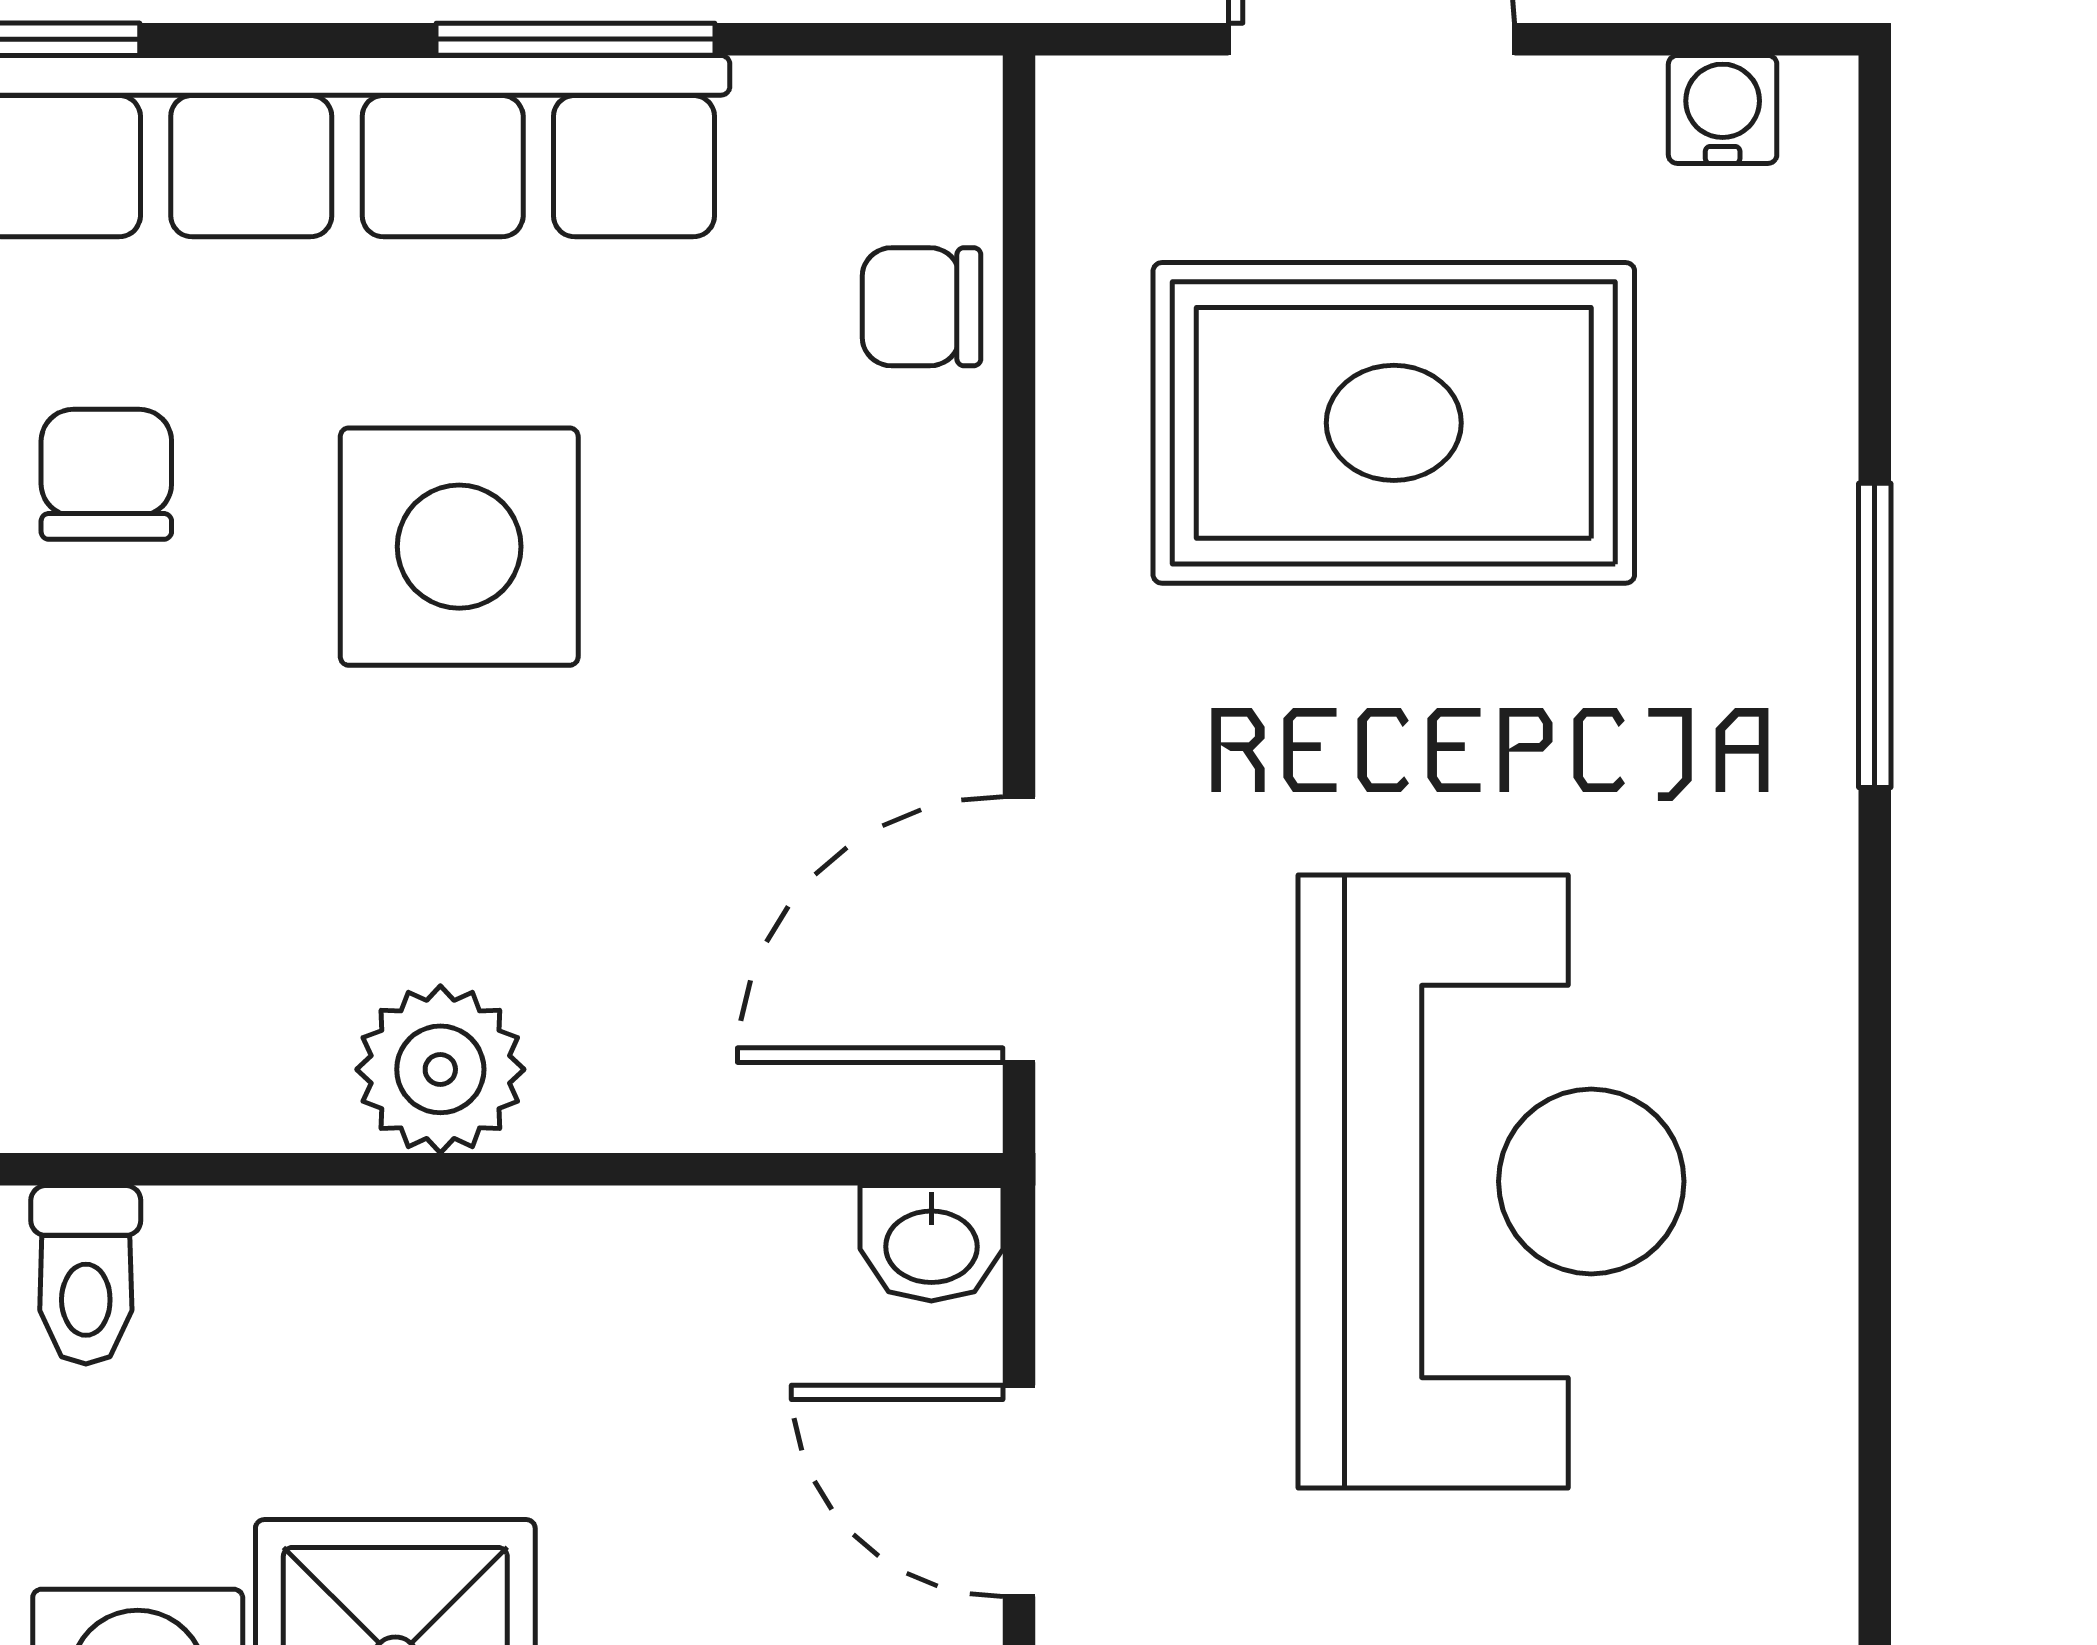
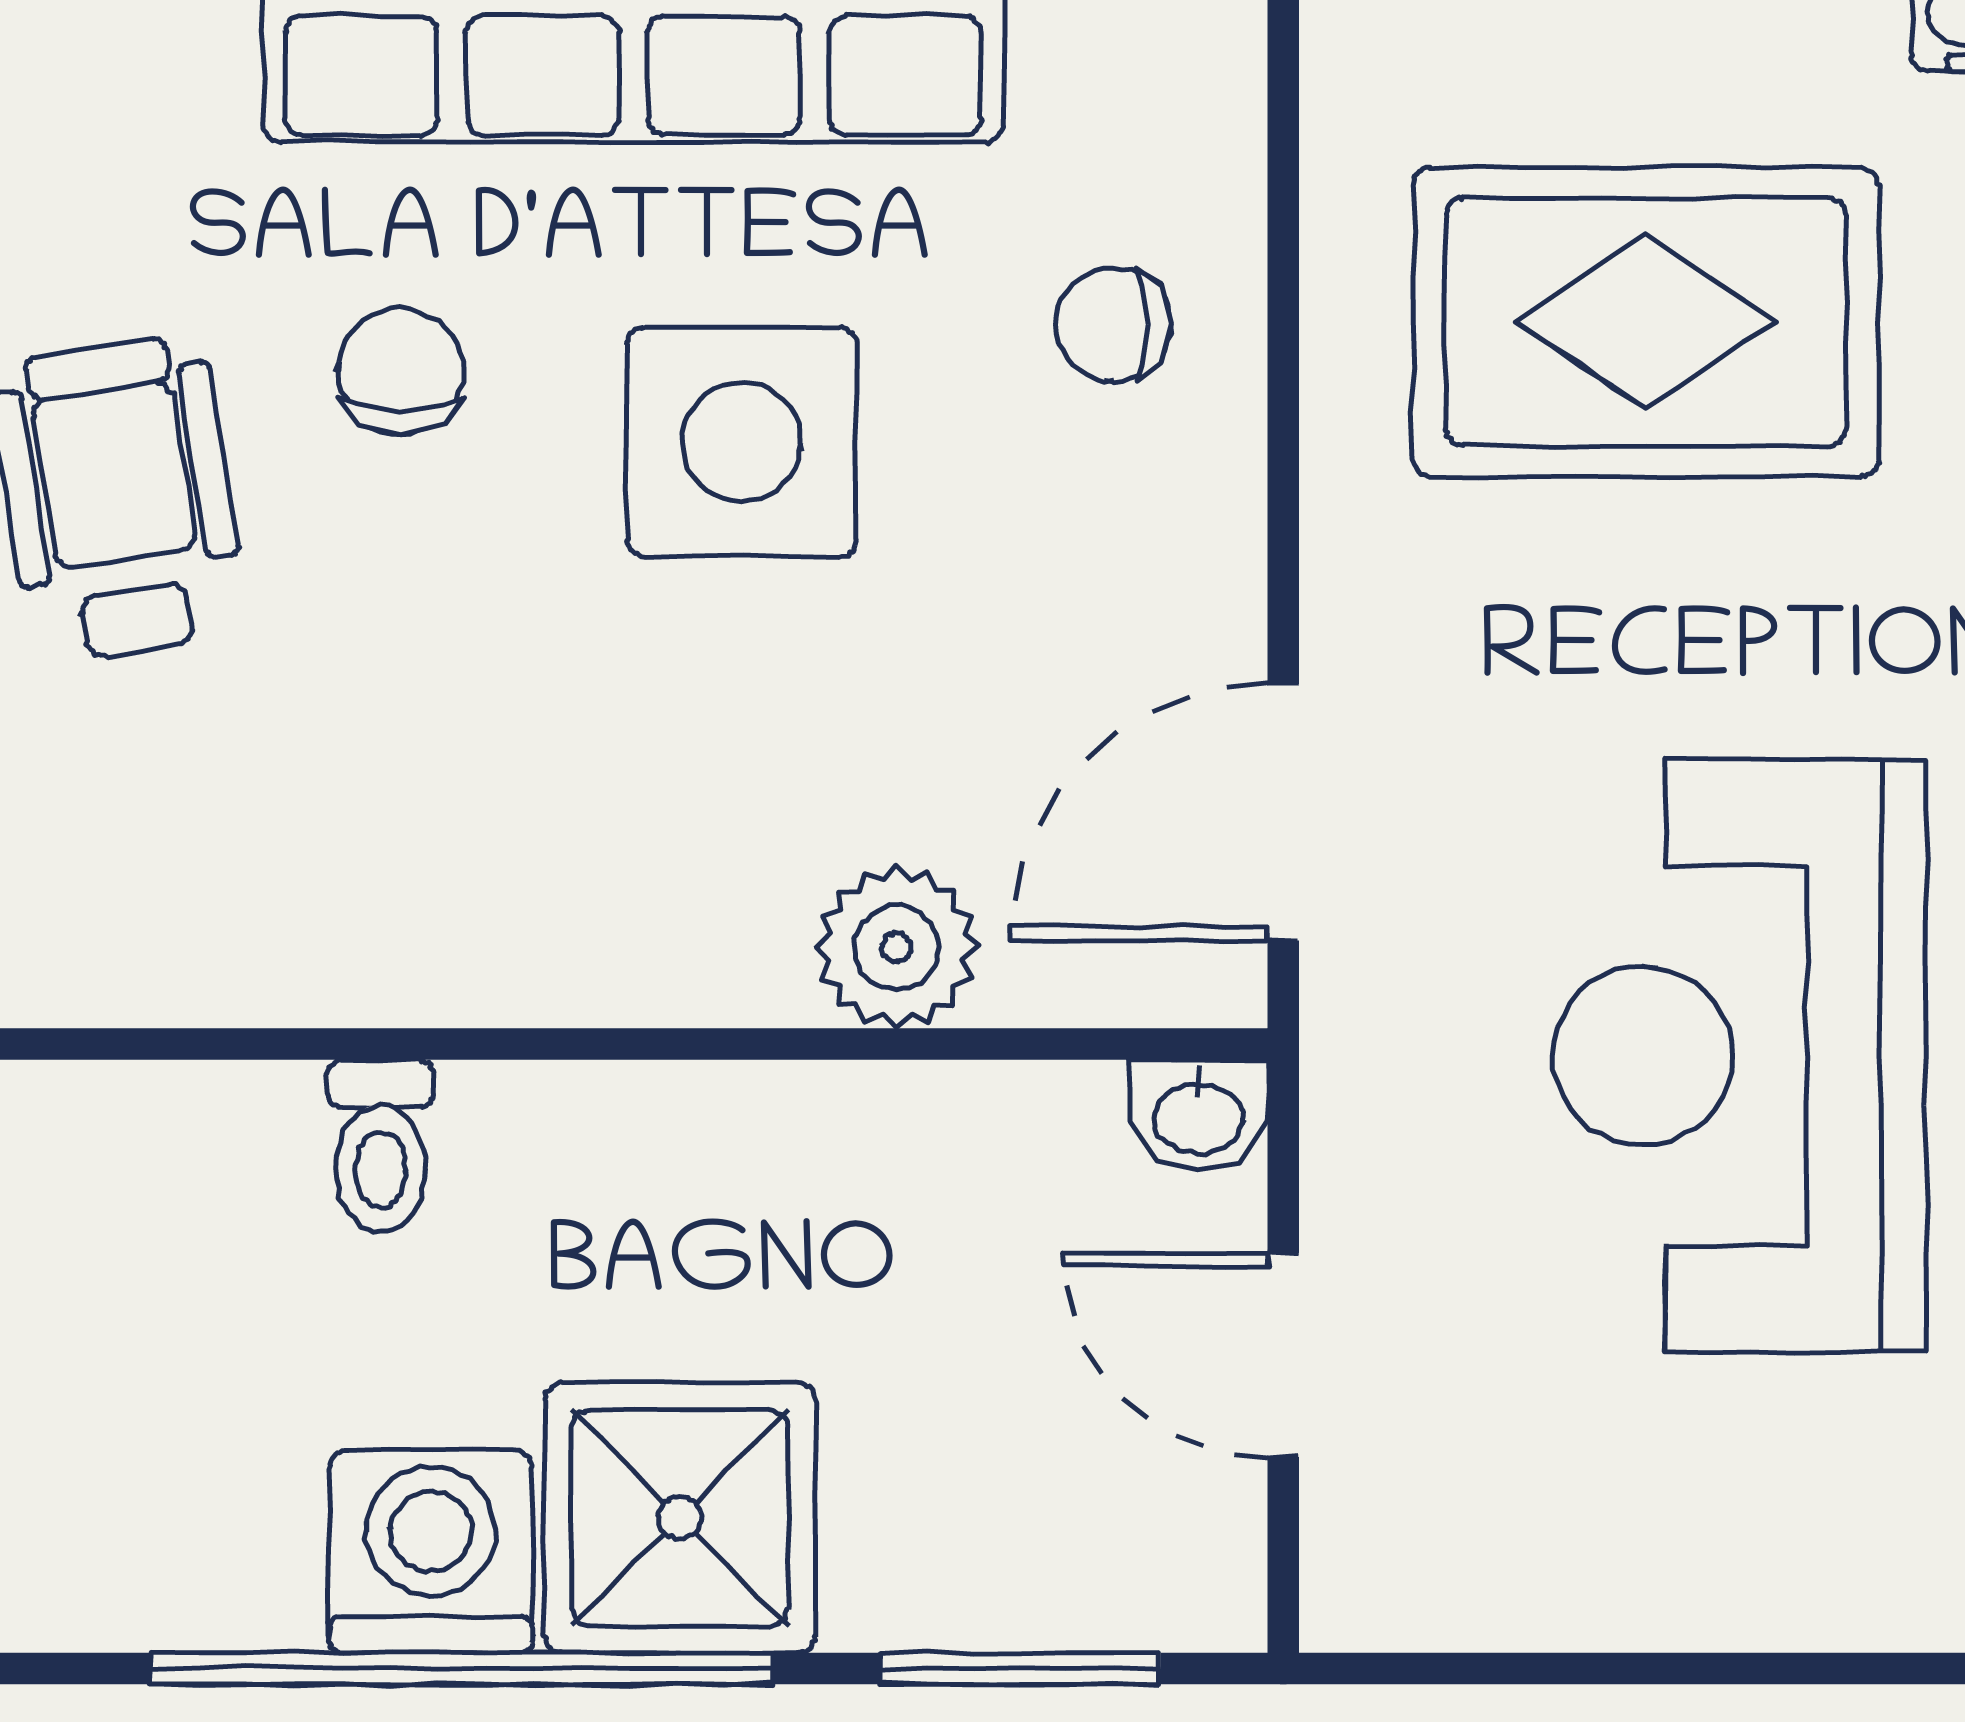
chair: (921, 307) -> (1113, 324), moved
plant: (440, 1069) -> (896, 947), moved
reception desk: (1491, 1181) -> (1740, 1056), turned 180

